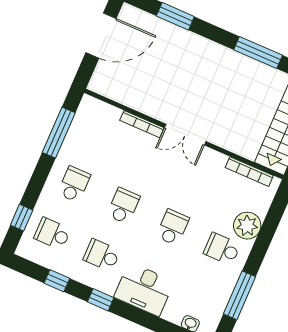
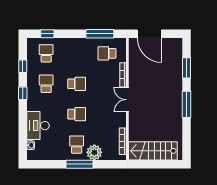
door: (101, 36) -> (149, 34), moved
window: (258, 52) -> (186, 104), moved
school desk: (74, 184) -> (107, 53), moved, turned 180
desk: (144, 289) -> (38, 126), moved
window: (239, 295) -> (80, 164), moved

